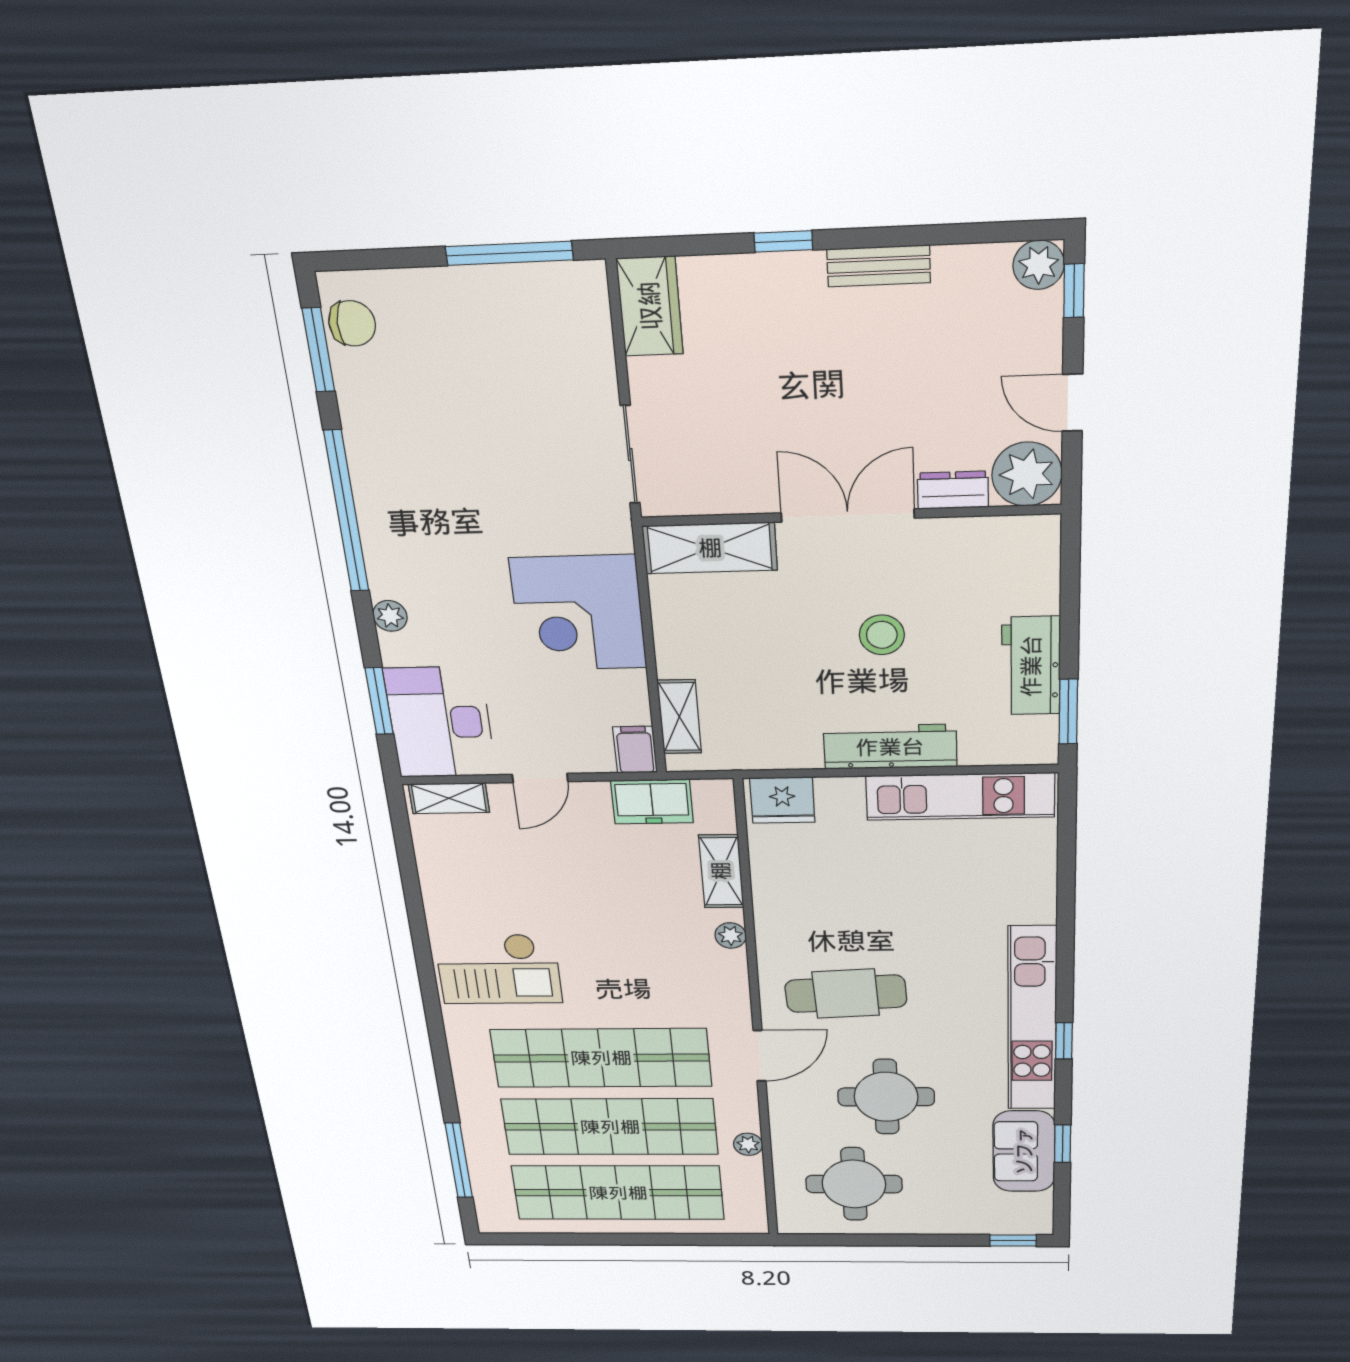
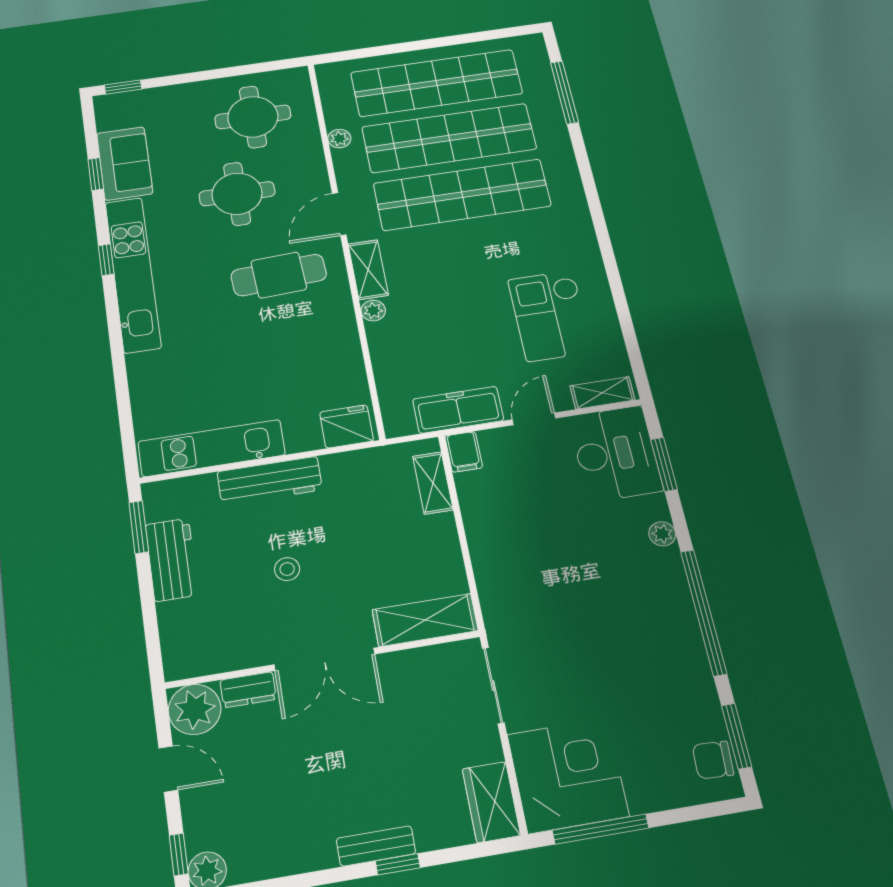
bench: (879, 266) -> (376, 846), moved
corner desk: (578, 613) -> (568, 775), moved
stool: (882, 635) -> (287, 569), width x0.73, depth x0.73
freezer: (652, 802) -> (458, 410), width x1.40
shelving: (721, 871) -> (368, 270), moved
checkout: (498, 969) -> (550, 316), moved, turned -90

